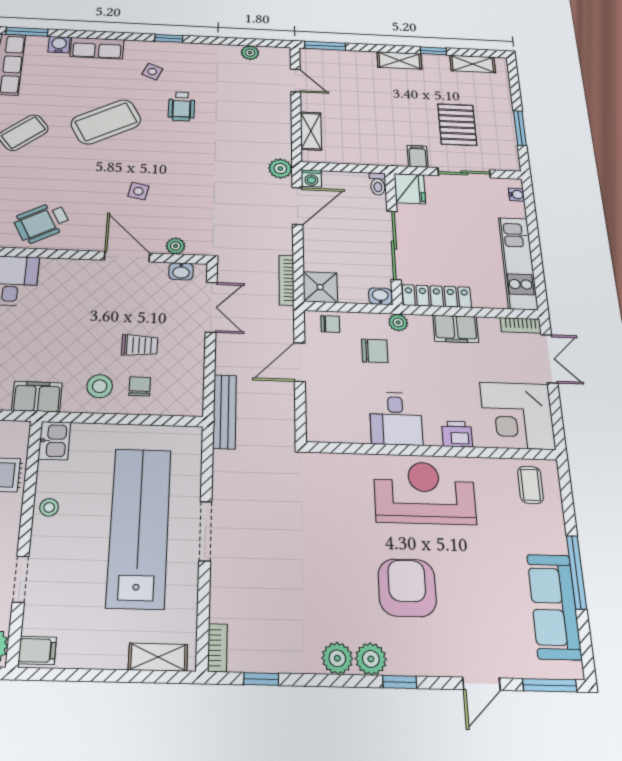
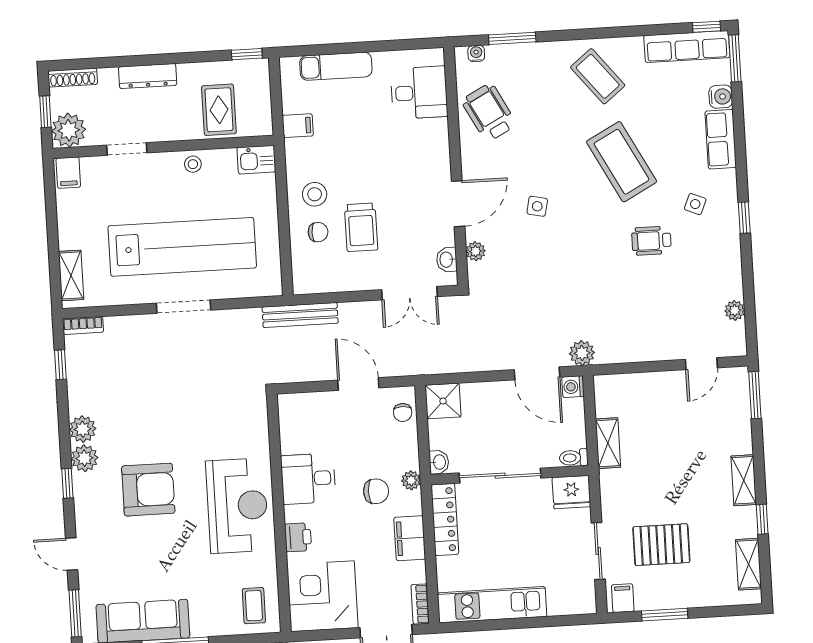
shelving: (311, 131) -> (608, 443), moved, turned 90
filing cabinet: (418, 156) -> (623, 598), moved, turned -90
water cooler: (516, 195) -> (576, 607), removed
bookcase: (286, 280) -> (448, 366), removed
trolley: (140, 345) -> (361, 227), width x1.36, depth x1.39
chair: (375, 351) -> (376, 491), moved, turned -90
filing cabinet: (37, 397) -> (298, 126), width x0.50
coffee table: (530, 485) -> (254, 606), turned 90

